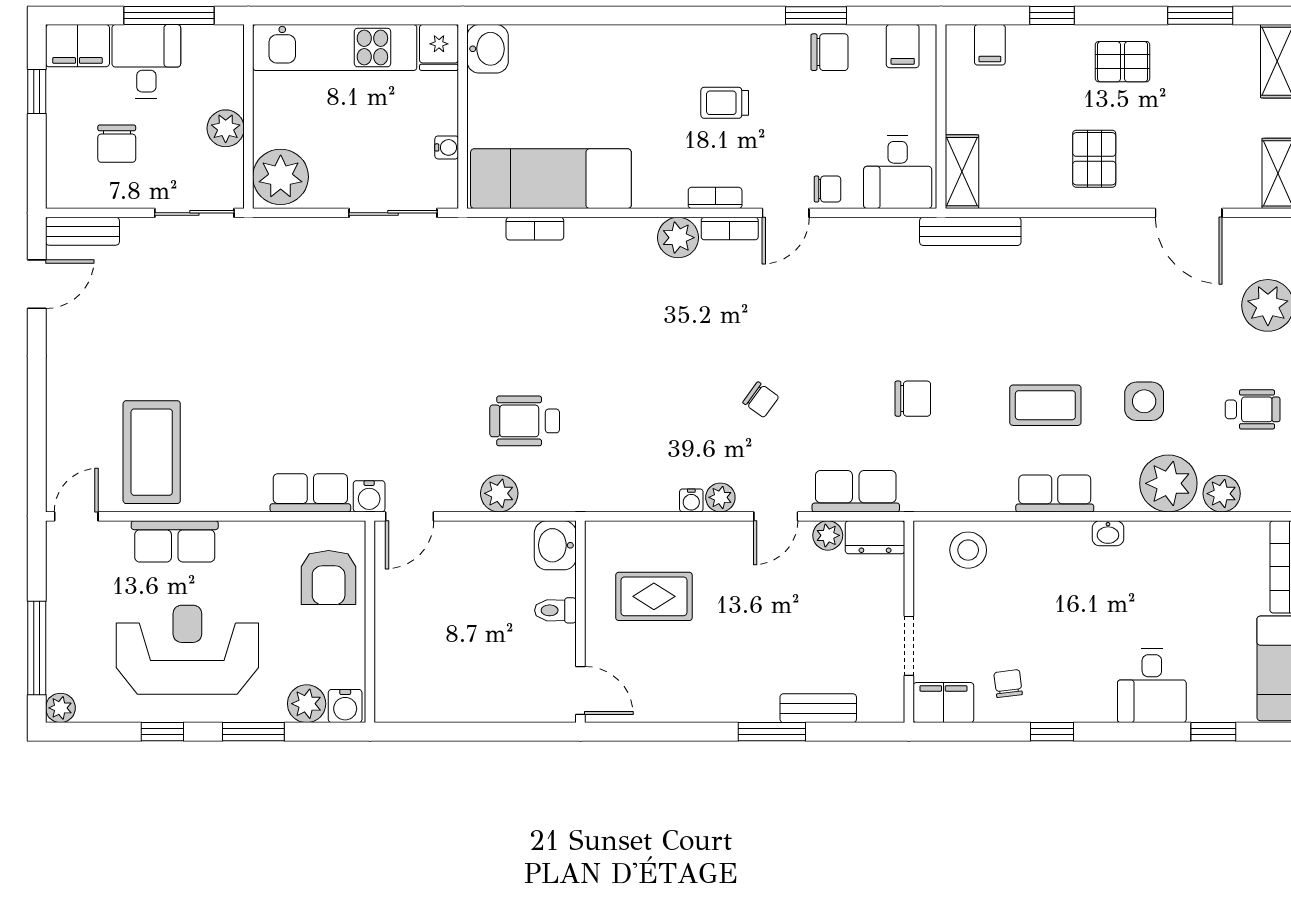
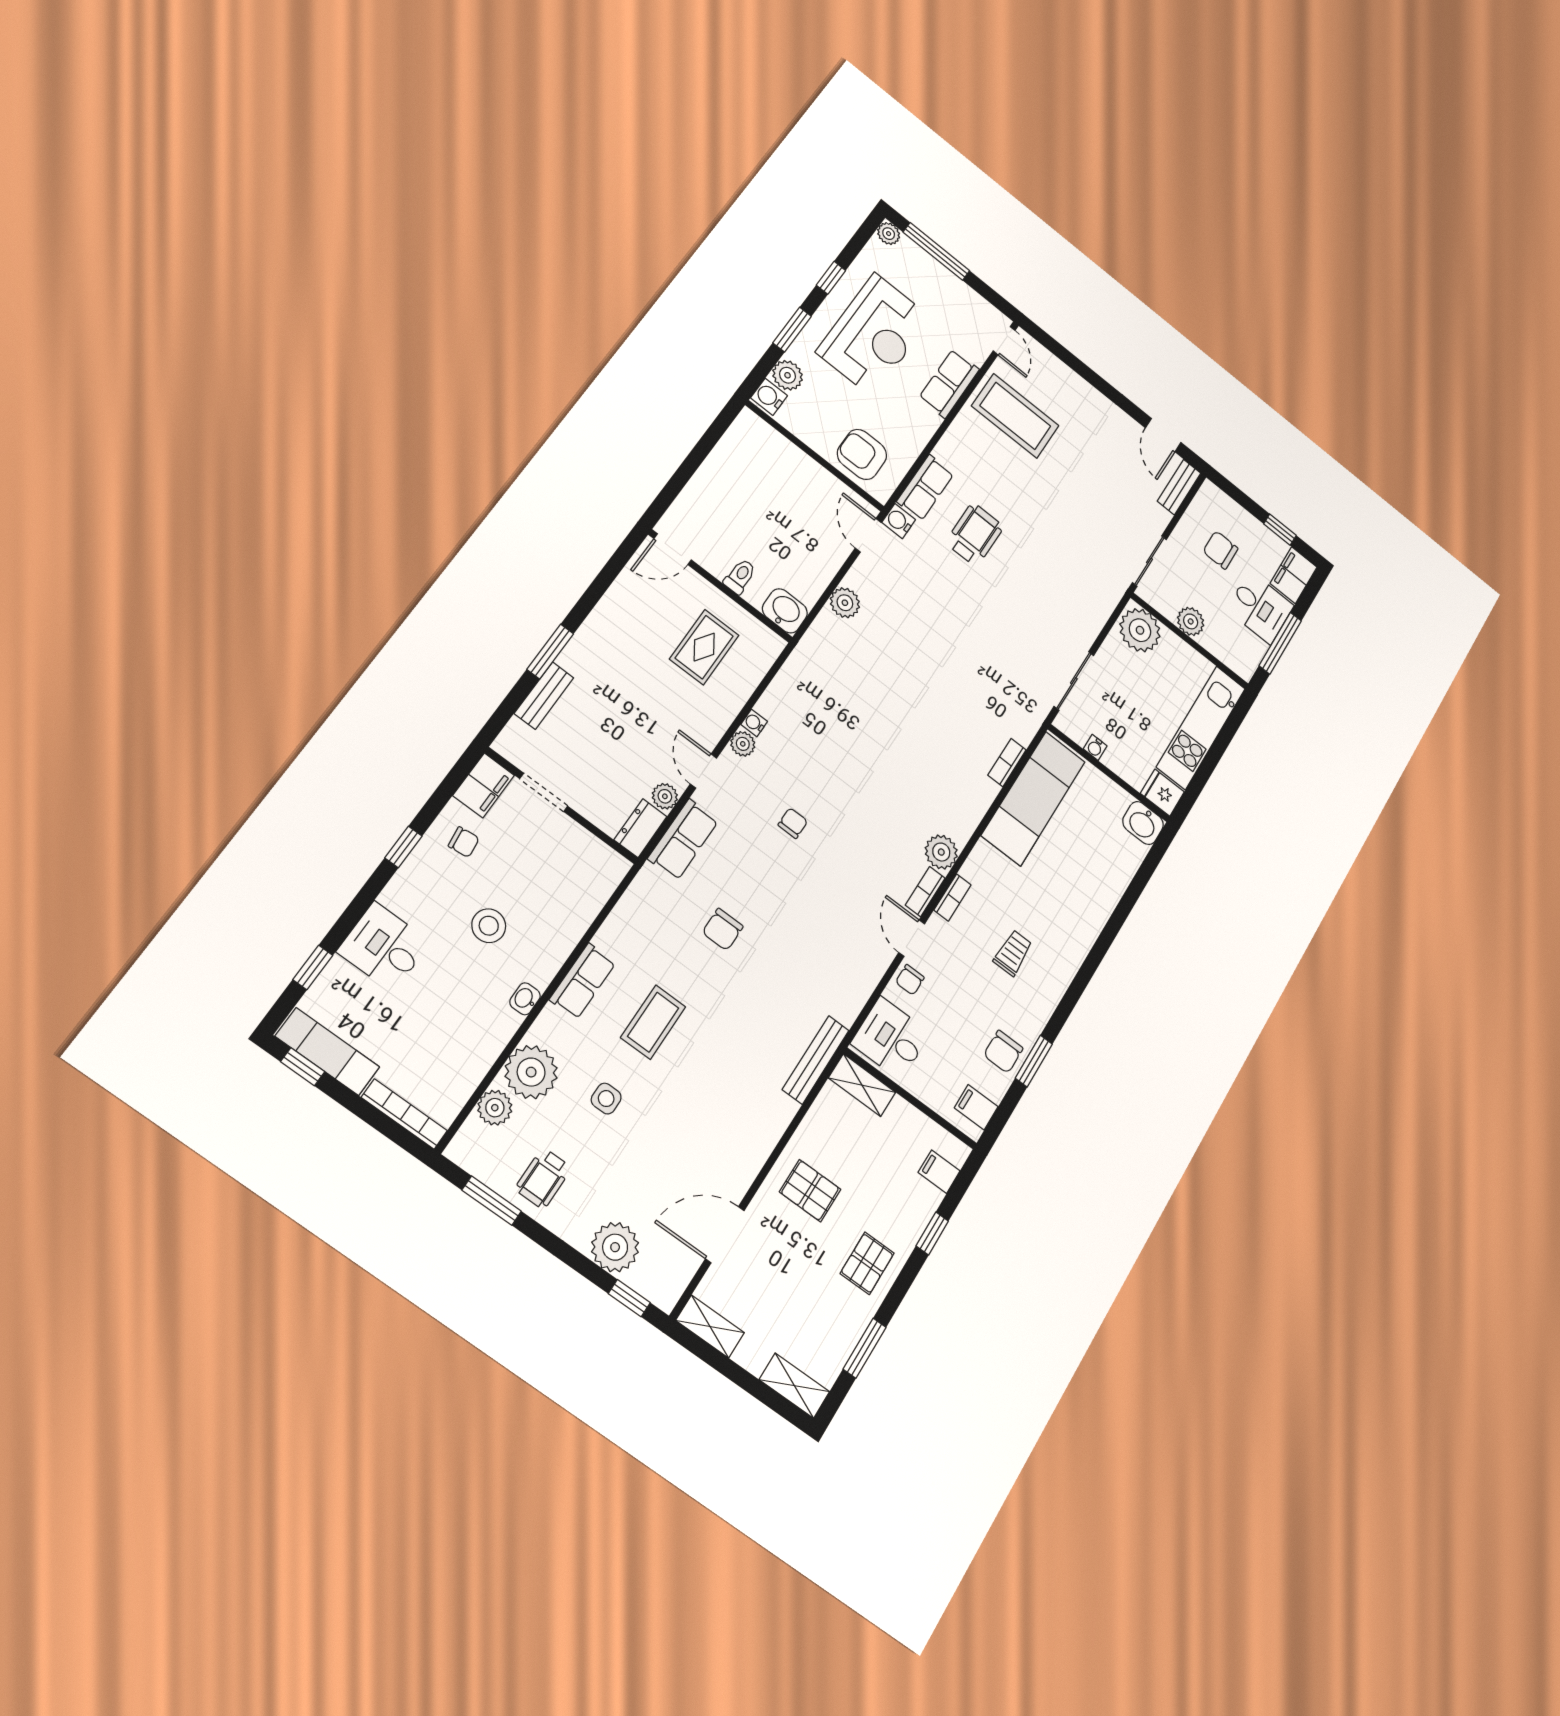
chair: (761, 400) -> (793, 823), turned 144
side table: (1144, 401) -> (606, 1099), width x0.73, depth x0.73
wheelchair: (525, 421) -> (975, 535), moved
stool: (968, 550) -> (489, 926), moved

